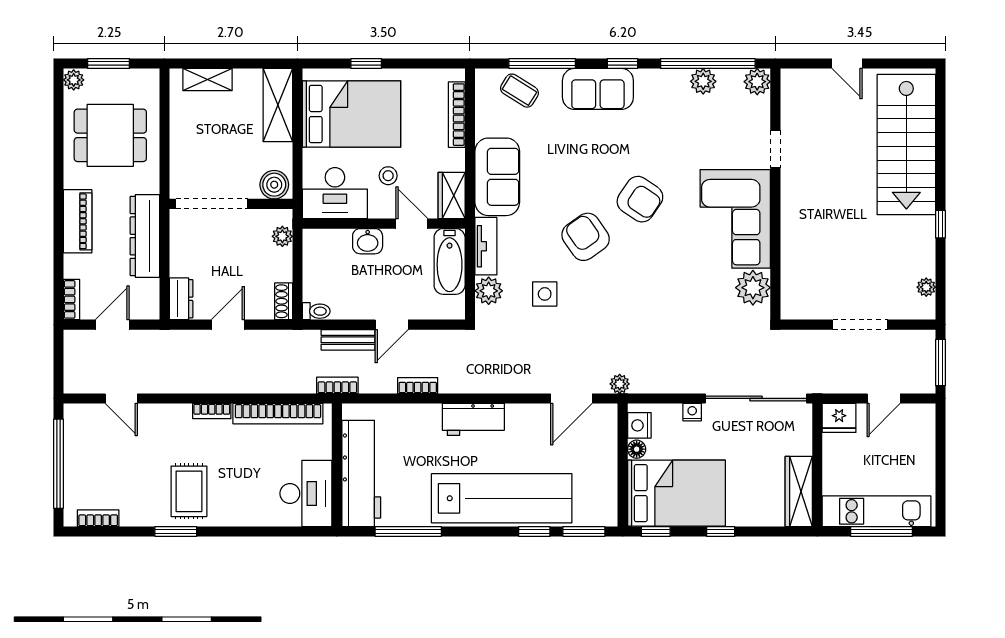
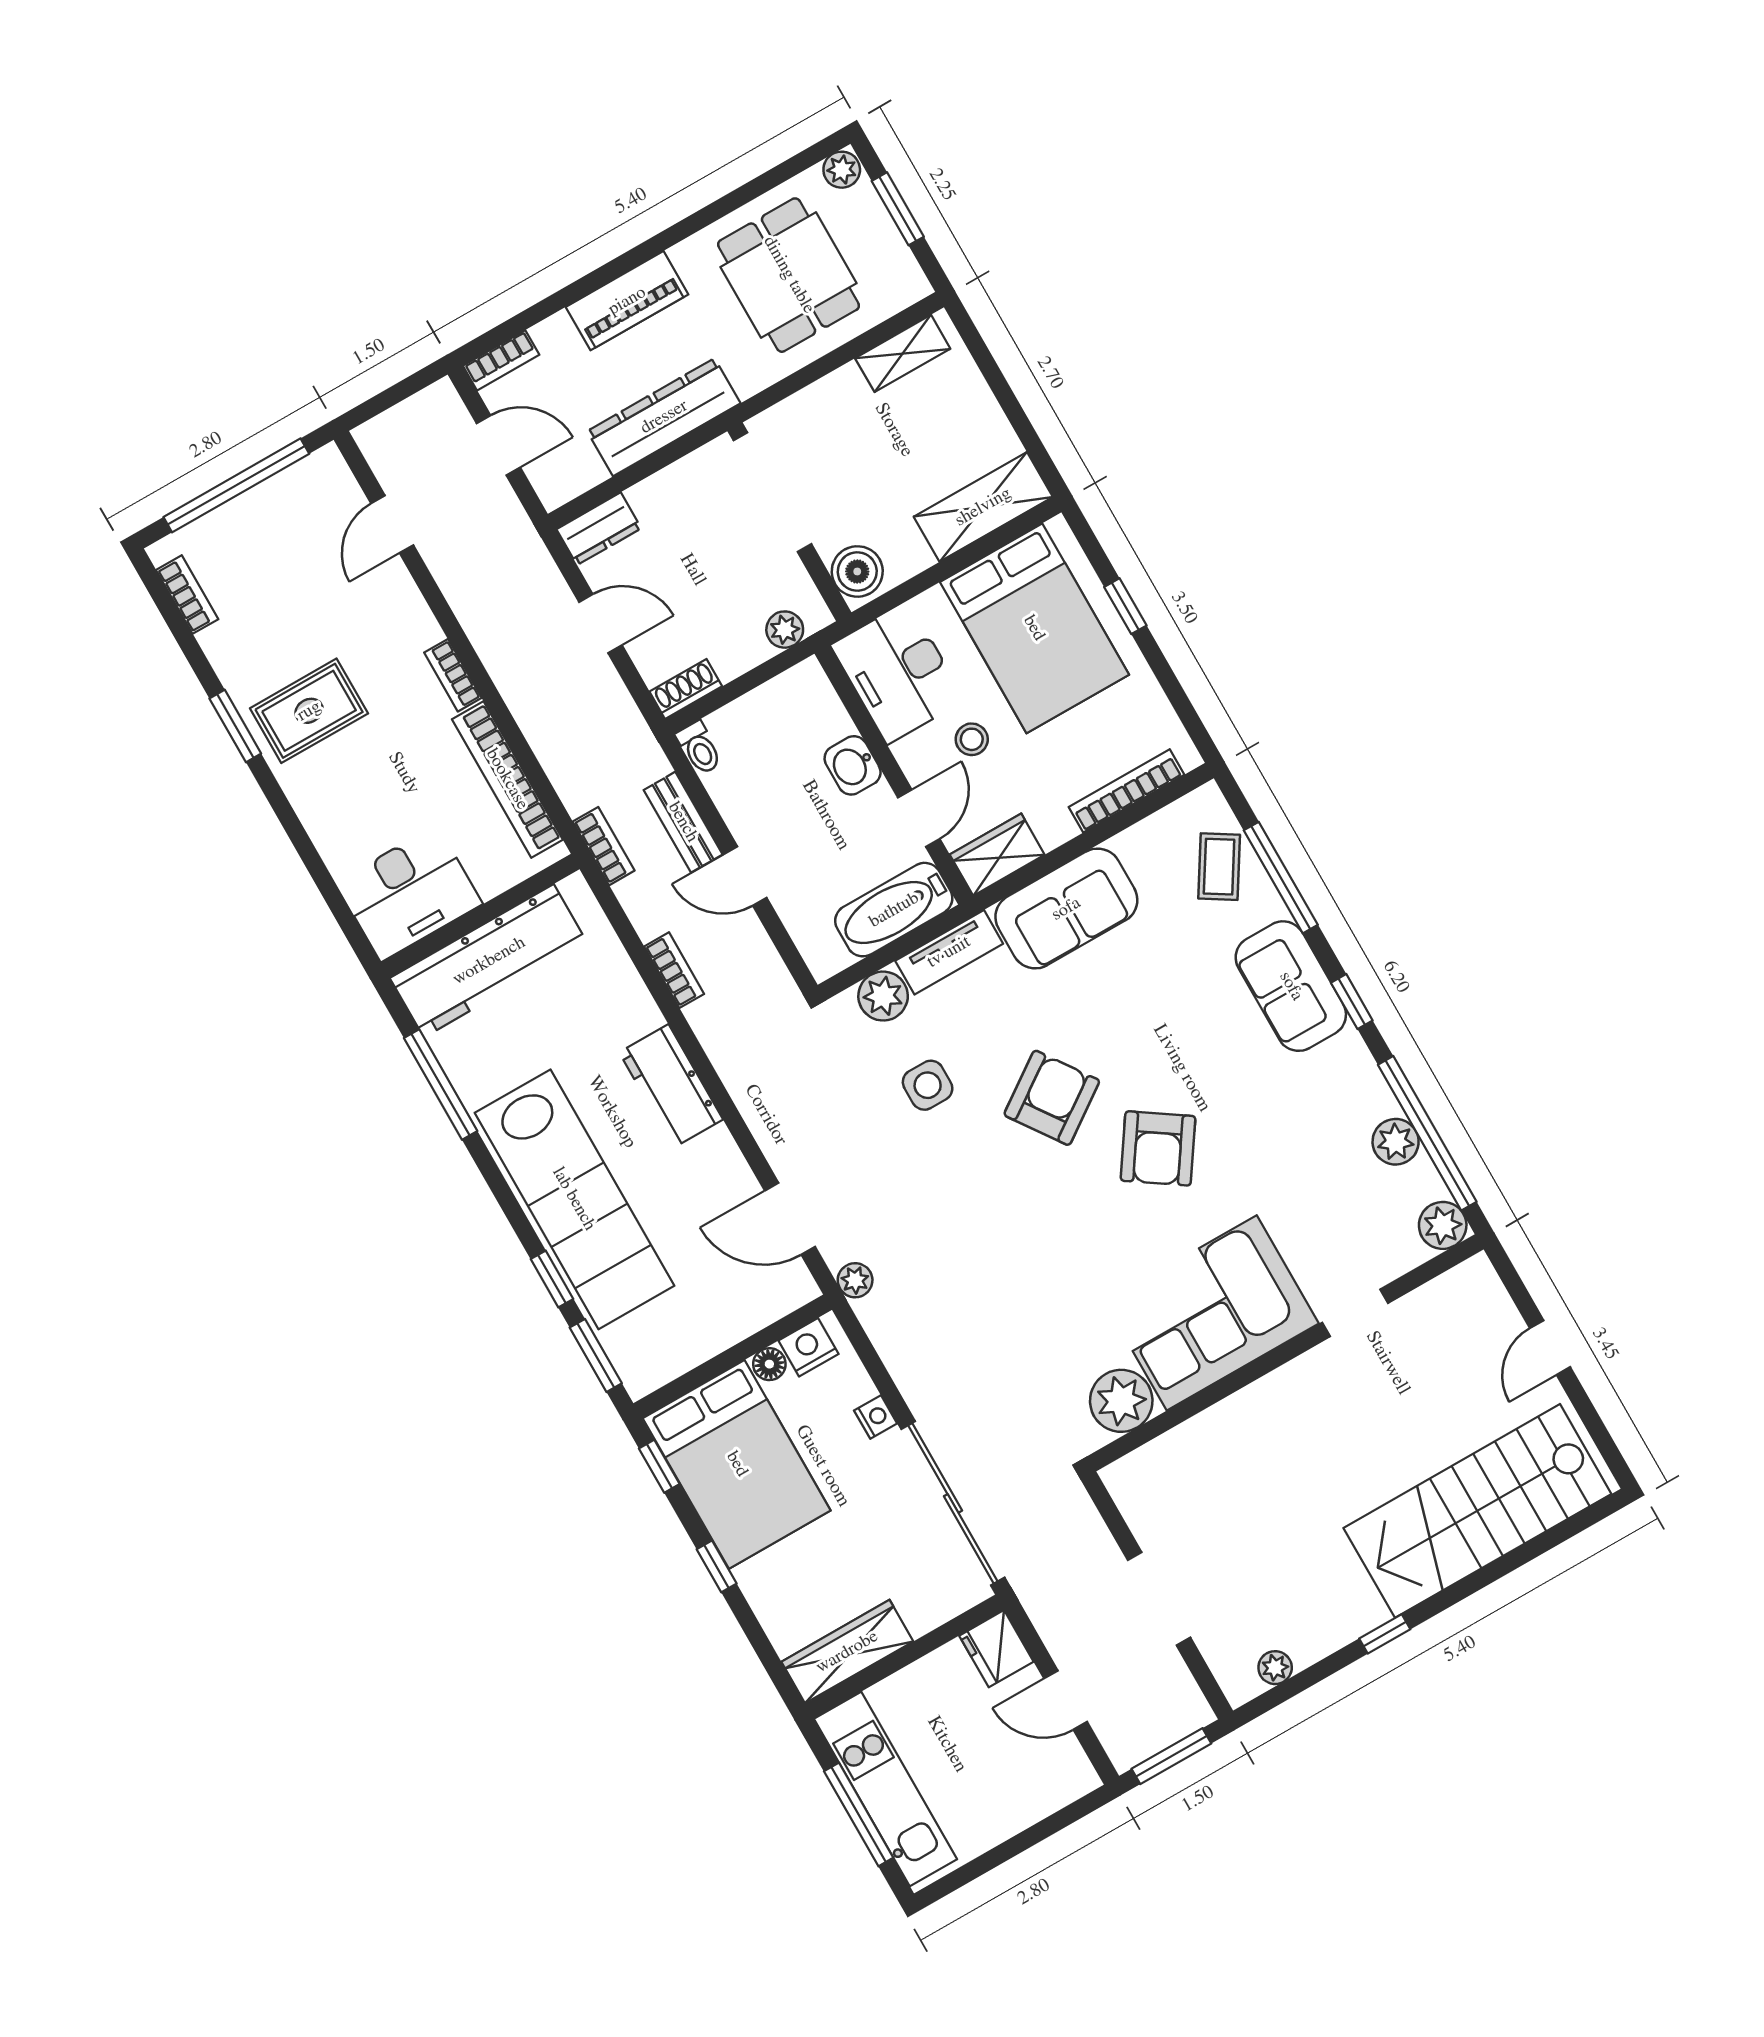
shelving: (208, 79) -> (903, 353), moved, turned 90

